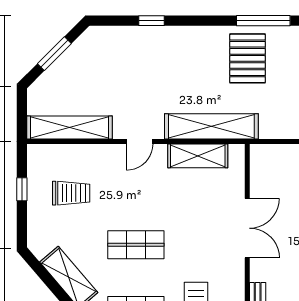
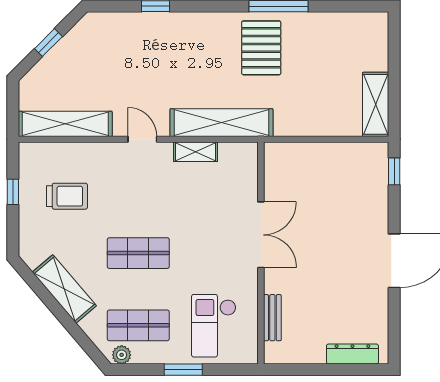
window: (54, 54) -> (48, 43), width x0.67
door: (140, 141) -> (142, 139), swing flipped
shelving: (198, 156) -> (195, 152), width x0.67, depth x0.75

